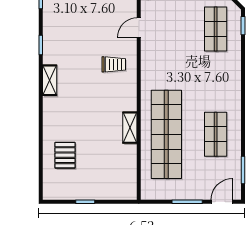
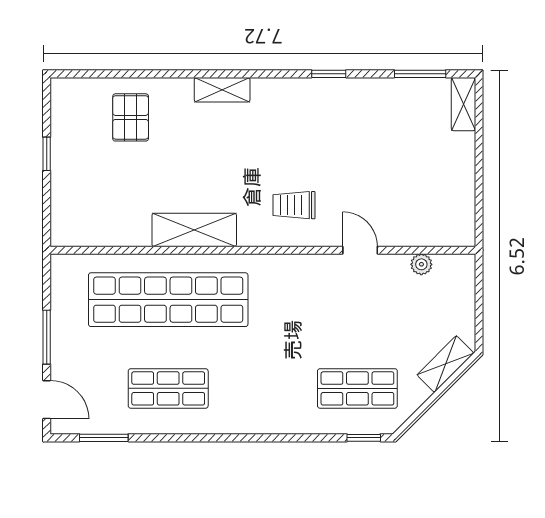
trolley: (114, 64) -> (294, 205), turned 90
shelving: (50, 80) -> (222, 90), moved
shelving: (130, 128) -> (194, 230), width x1.50, depth x1.33
pallet: (65, 155) -> (131, 117), turned 90

